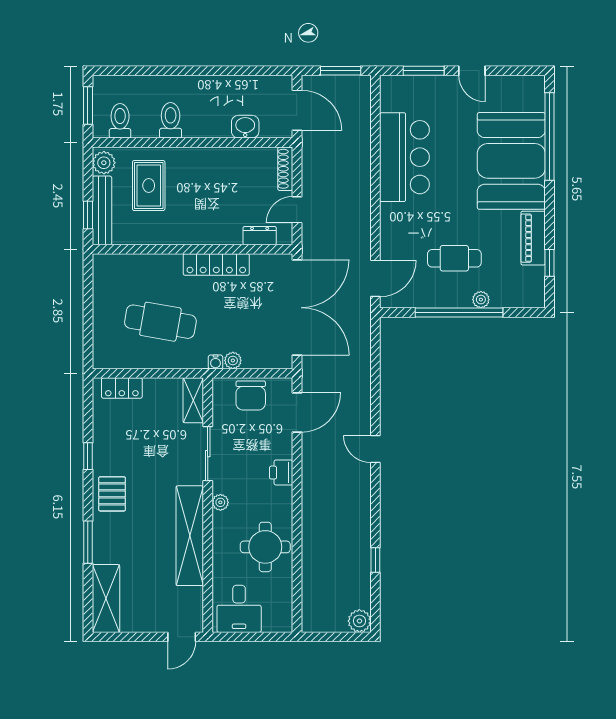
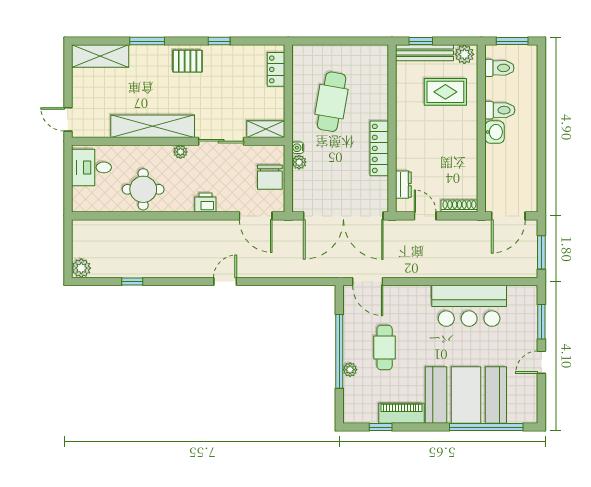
washbasin: (245, 127) -> (495, 132), moved
chair: (251, 396) -> (270, 177), turned -90

